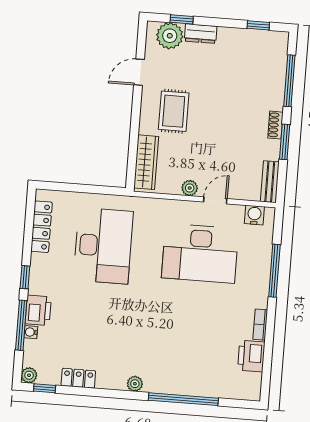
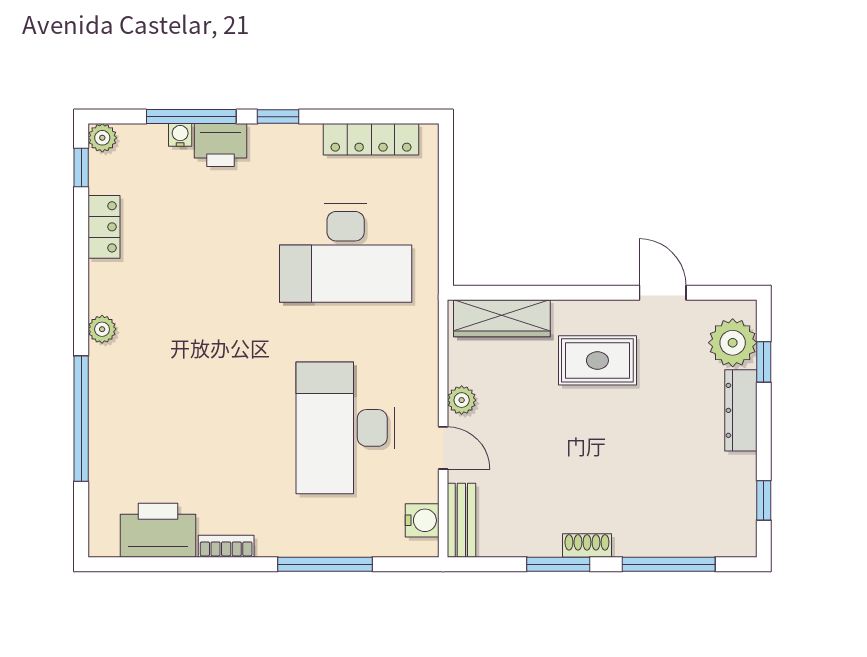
dresser: (201, 34) -> (741, 410), width x1.44
bench: (270, 182) -> (461, 520), moved, turned 90
printer: (251, 356) -> (158, 530), width x1.37, depth x1.19

